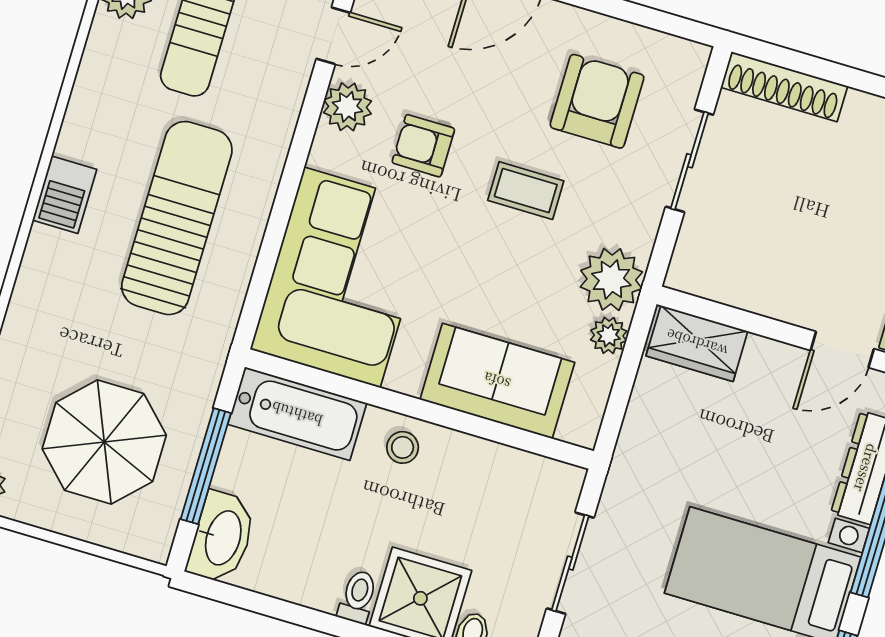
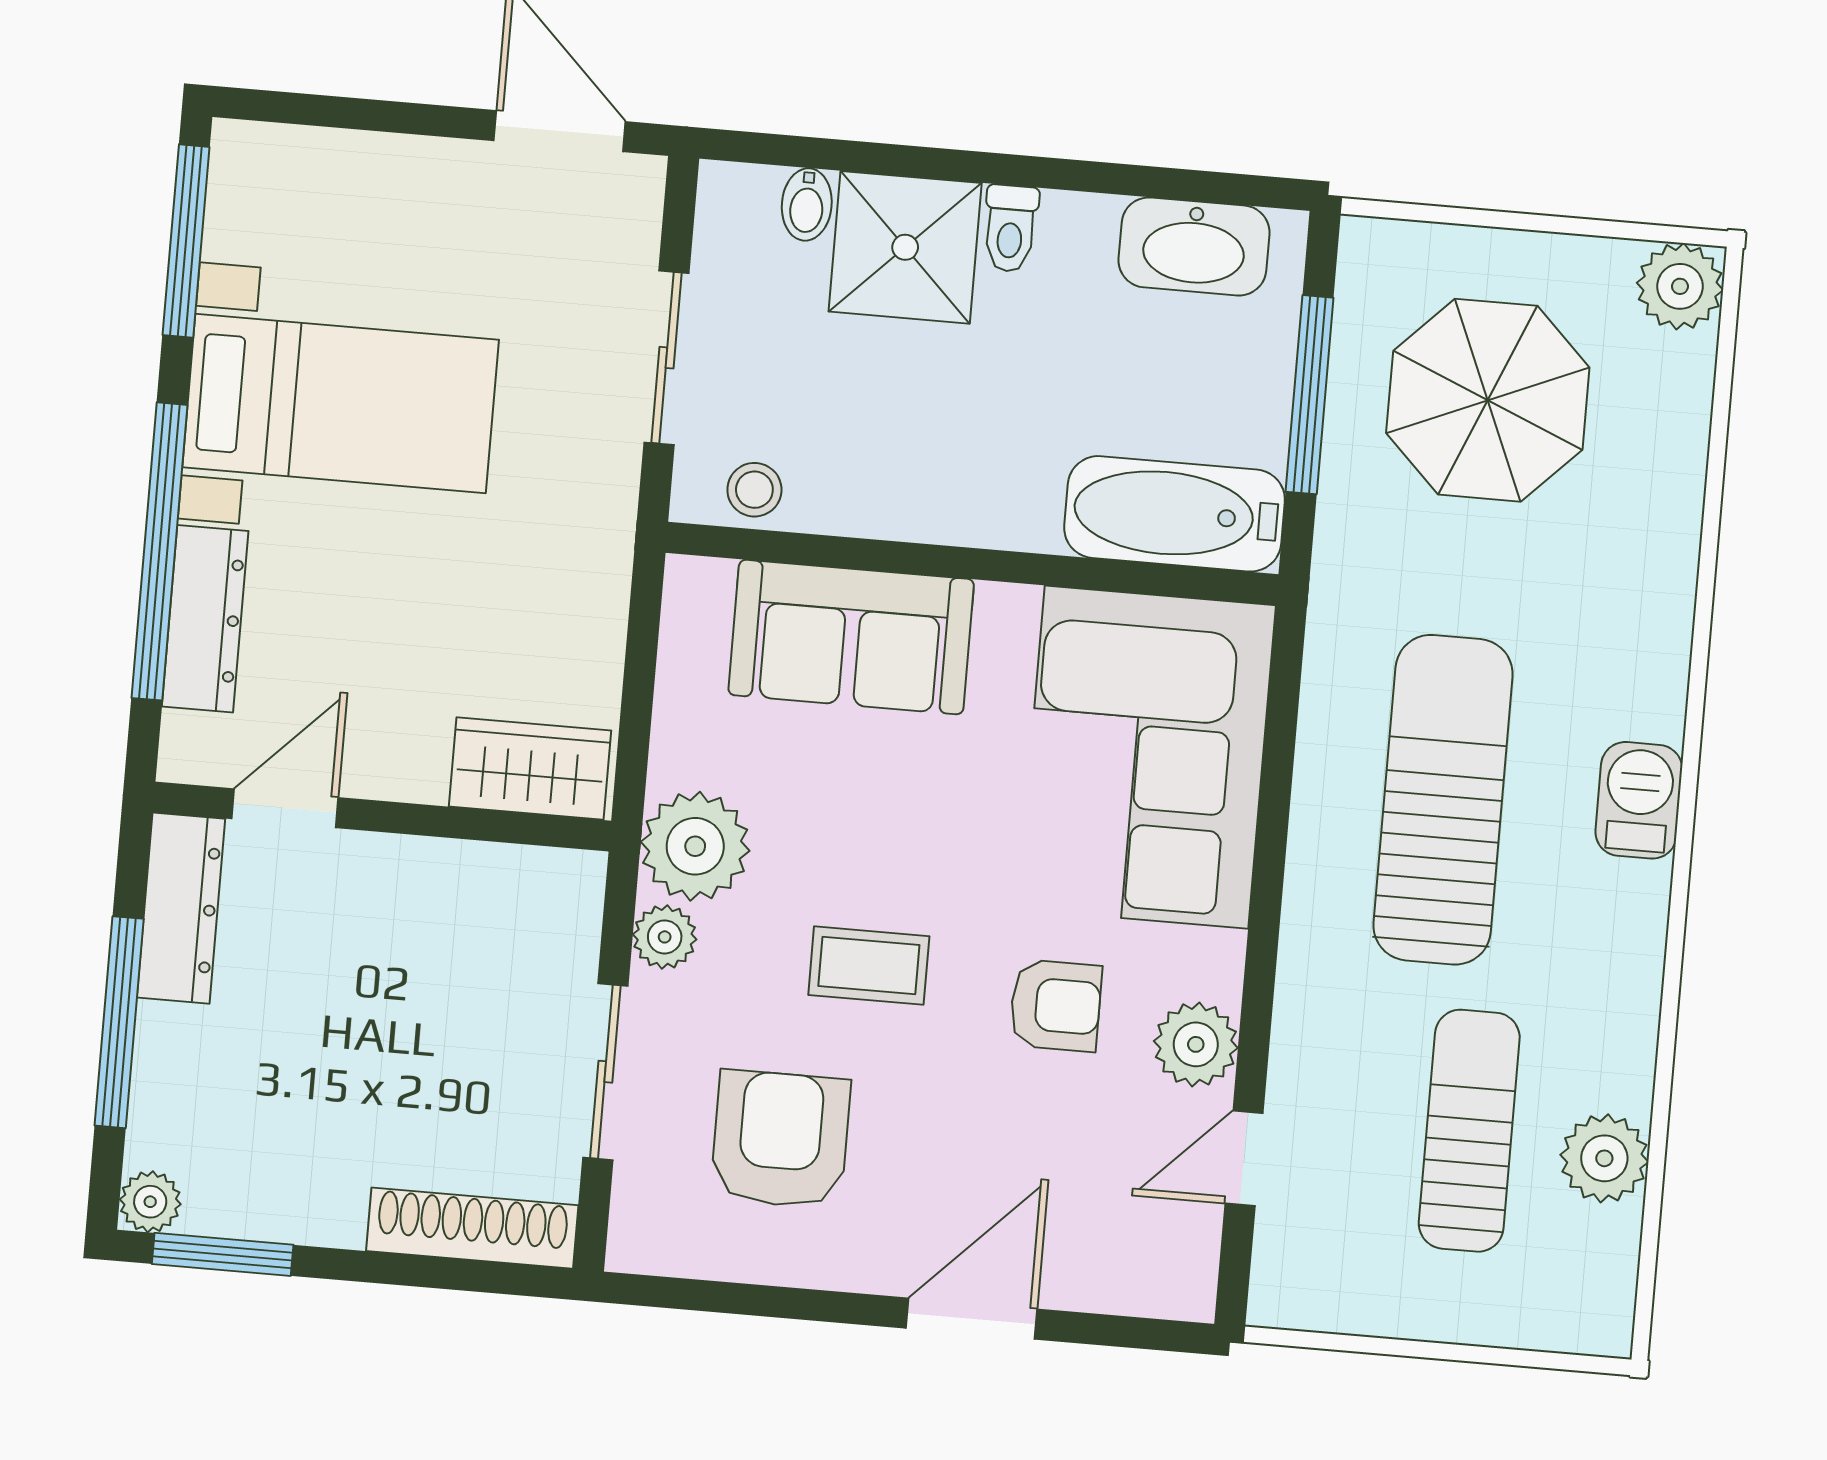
armchair: (597, 101) -> (780, 1139), turned 180
sun lounger: (177, 218) -> (1443, 800), turned 180
plant: (609, 335) -> (665, 937), moved
stool: (403, 447) -> (754, 490), moved
washbasin: (222, 537) -> (1194, 246), moved, turned -90

